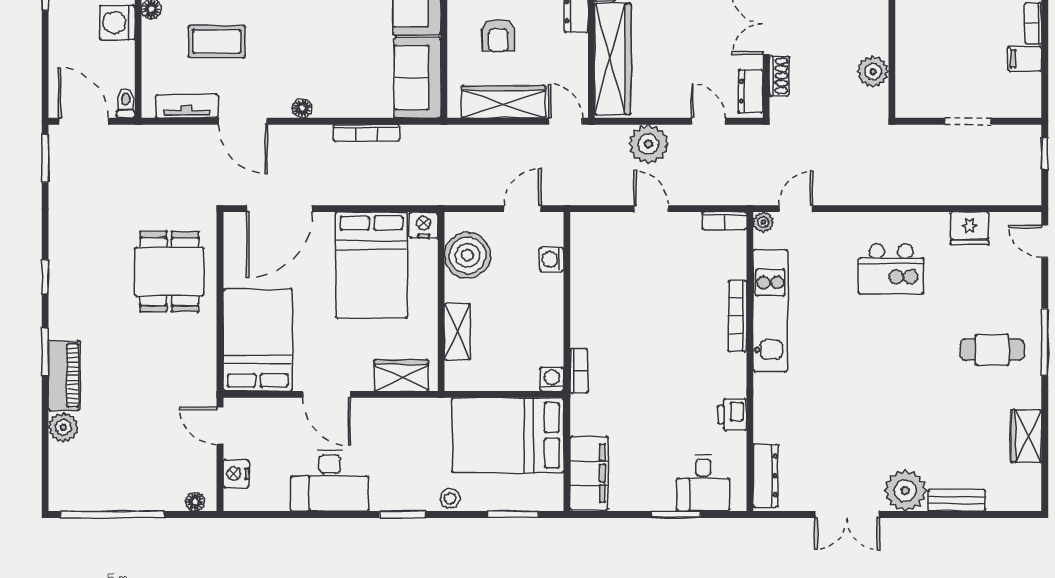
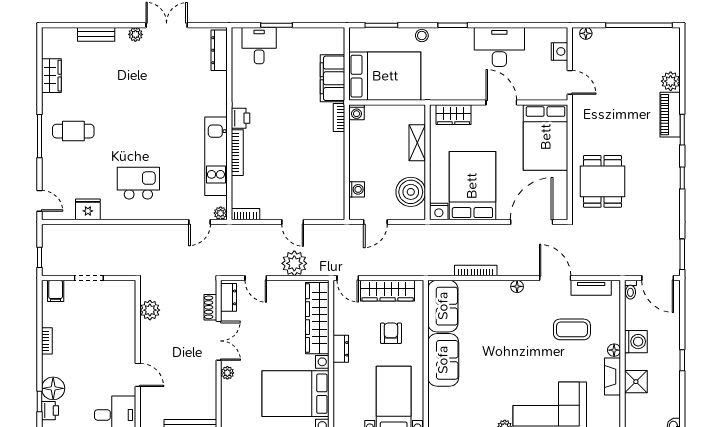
filing cabinet: (1025, 59) -> (56, 291), moved, turned 90
printer: (732, 415) -> (240, 118), moved
filing cabinet: (589, 473) -> (332, 78), moved
plant: (905, 490) -> (135, 34), width x0.53, depth x0.53

